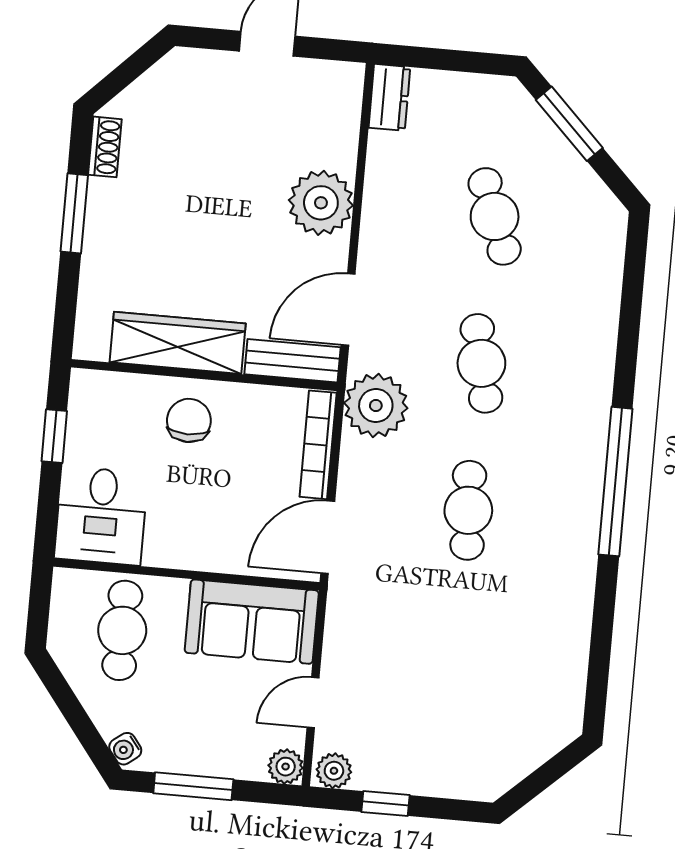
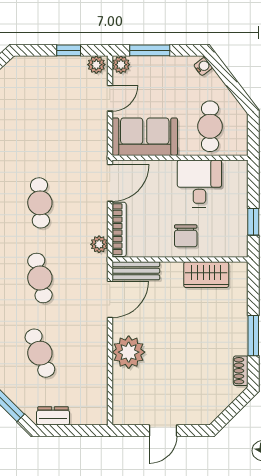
dresser: (389, 97) -> (53, 416), moved, turned 90
wardrobe: (178, 343) -> (206, 275), width x0.67
plant: (376, 406) -> (99, 244), width x0.53, depth x0.53
desk: (101, 516) -> (199, 184), moved
window: (193, 786) -> (150, 50), moved

